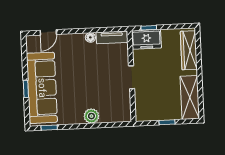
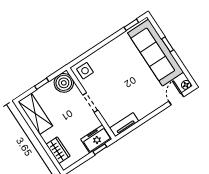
floor lamp: (90, 37) -> (186, 85), moved
wardrobe: (189, 50) -> (58, 150), width x0.67
side table: (119, 110) -> (85, 71), added
boiler: (146, 111) -> (64, 83), added
plant: (91, 116) -> (104, 53), removed

